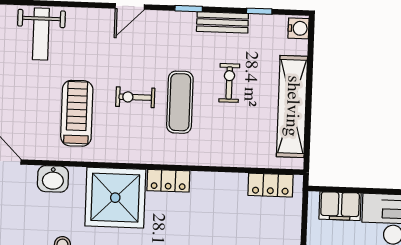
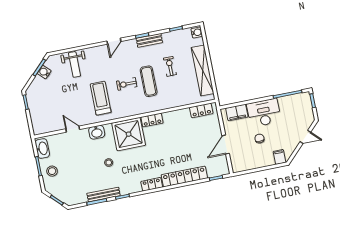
bench: (222, 22) -> (149, 40), moved

